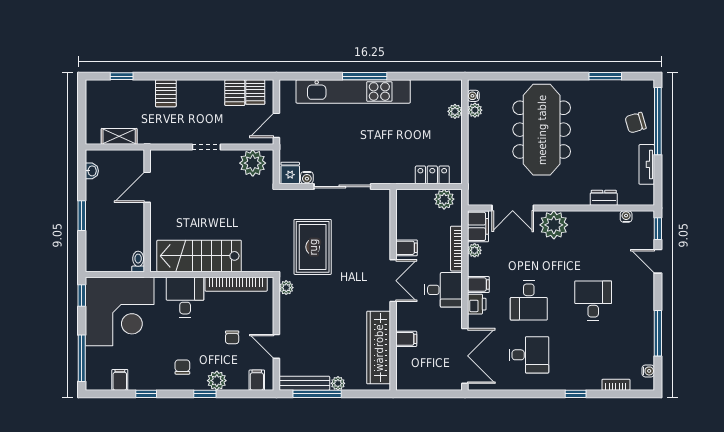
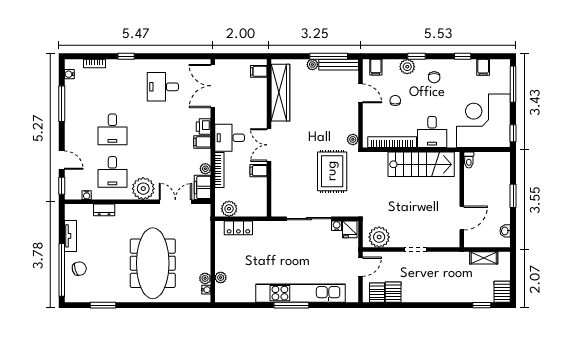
server rack: (166, 93) -> (502, 292), moved
desk: (529, 300) -> (112, 172), moved, turned 180
filing cabinet: (406, 339) -> (259, 71), moved

